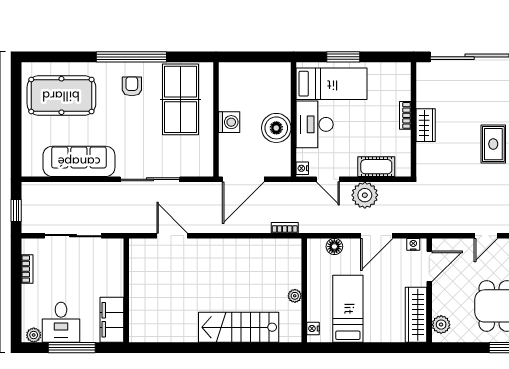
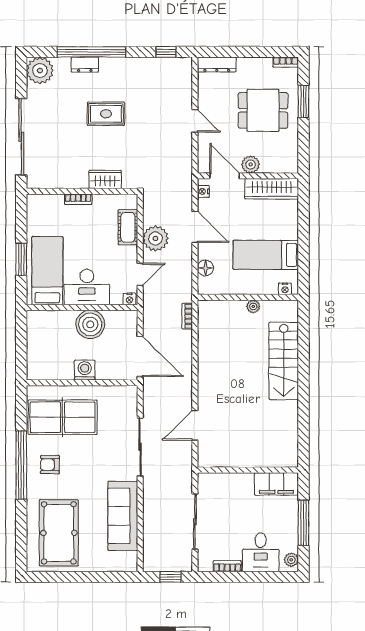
wardrobe: (426, 125) -> (105, 179), moved
desk: (61, 322) -> (261, 552), moved, turned 90
plant: (441, 325) -> (251, 164), moved

